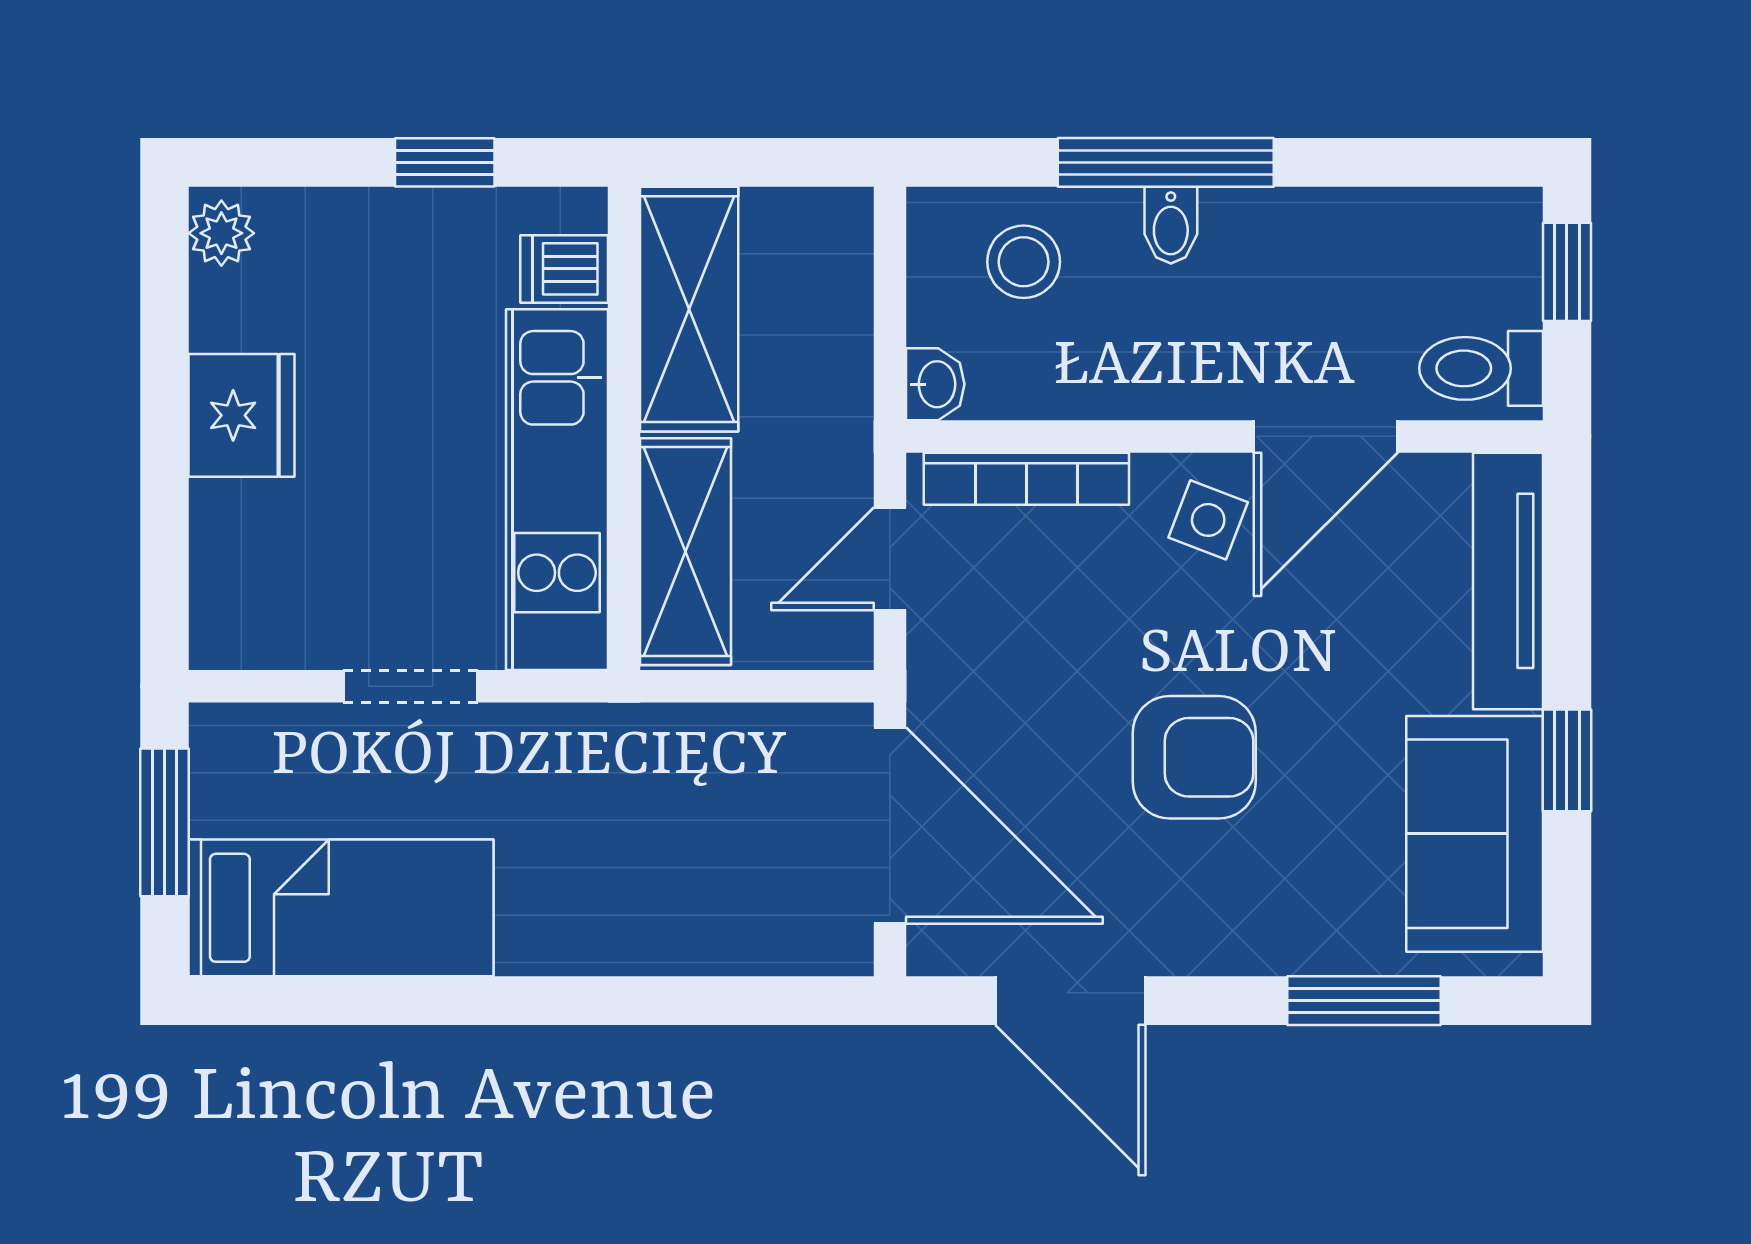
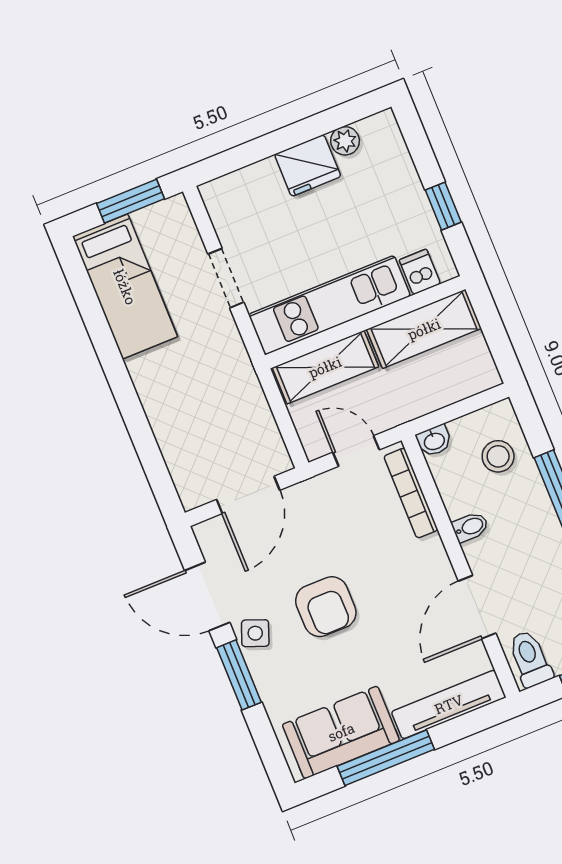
bidet: (1171, 225) -> (470, 527), moved, turned 180
plant: (221, 233) -> (345, 141), moved
door: (1326, 436) -> (477, 607), hinge flipped
side table: (1208, 520) -> (255, 633), moved
window: (1567, 760) -> (386, 758), width x2.17
door: (890, 826) -> (248, 495), width x0.73
door: (1070, 1001) -> (207, 597), hinge flipped
window: (1364, 1001) -> (239, 675), moved

